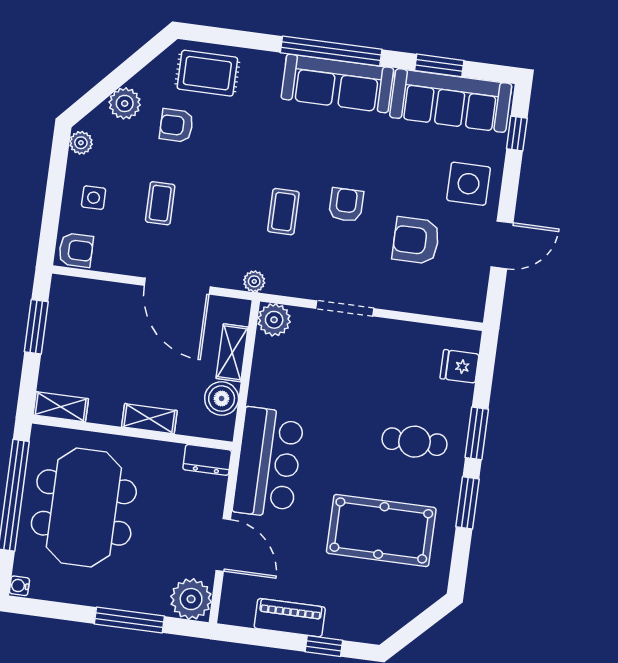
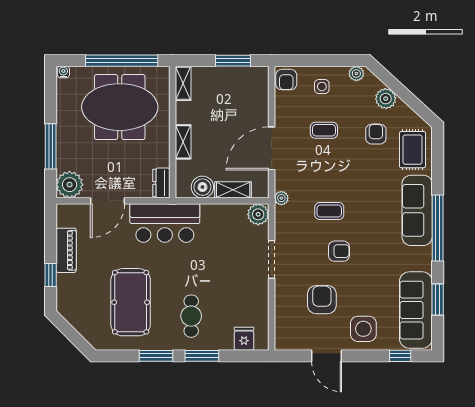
sofa: (337, 83) -> (417, 210), moved

